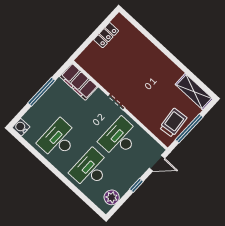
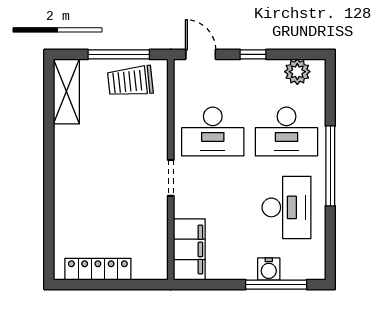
locker: (106, 35) -> (98, 269), width x1.53
window: (42, 92) -> (276, 285), moved
water cooler: (21, 127) -> (269, 269), moved
desk: (58, 139) -> (286, 207), turned -90
window: (59, 174) -> (330, 166), added

